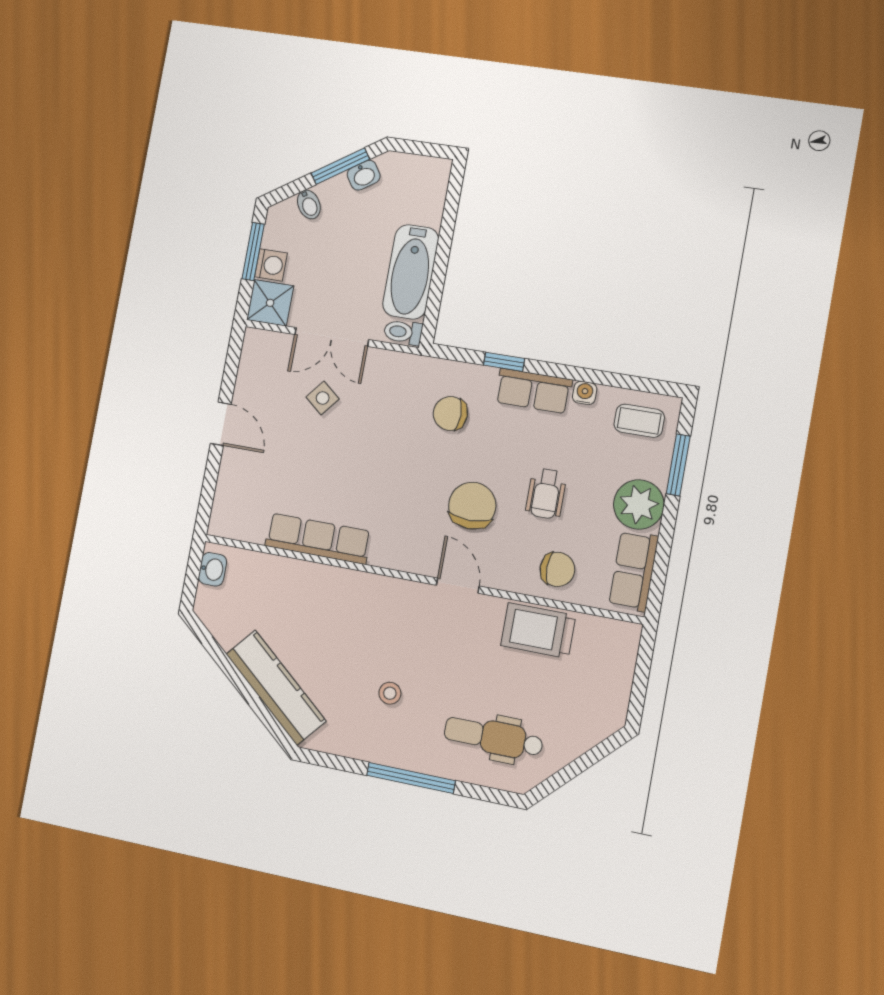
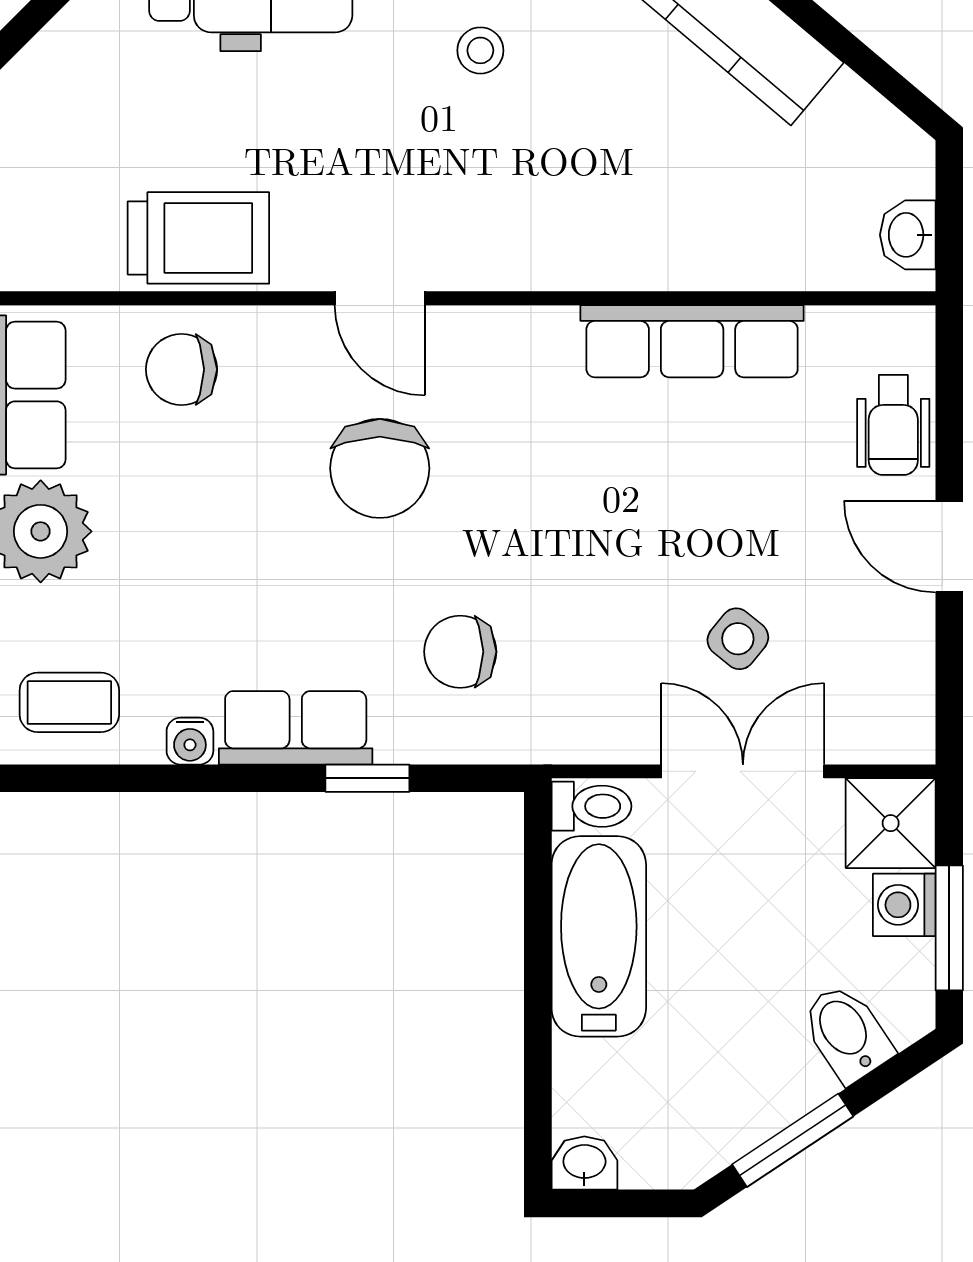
washbasin: (364, 175) -> (584, 1163), moved, turned 34
bidet: (309, 204) -> (847, 1033), width x1.38, depth x1.36
chair: (450, 414) -> (460, 652), turned 180
wheelchair: (546, 494) -> (893, 425), moved, turned 180

